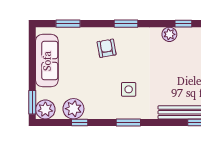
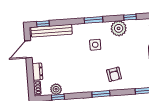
plant: (169, 34) -> (56, 89), moved
plant: (73, 109) -> (119, 28), moved

